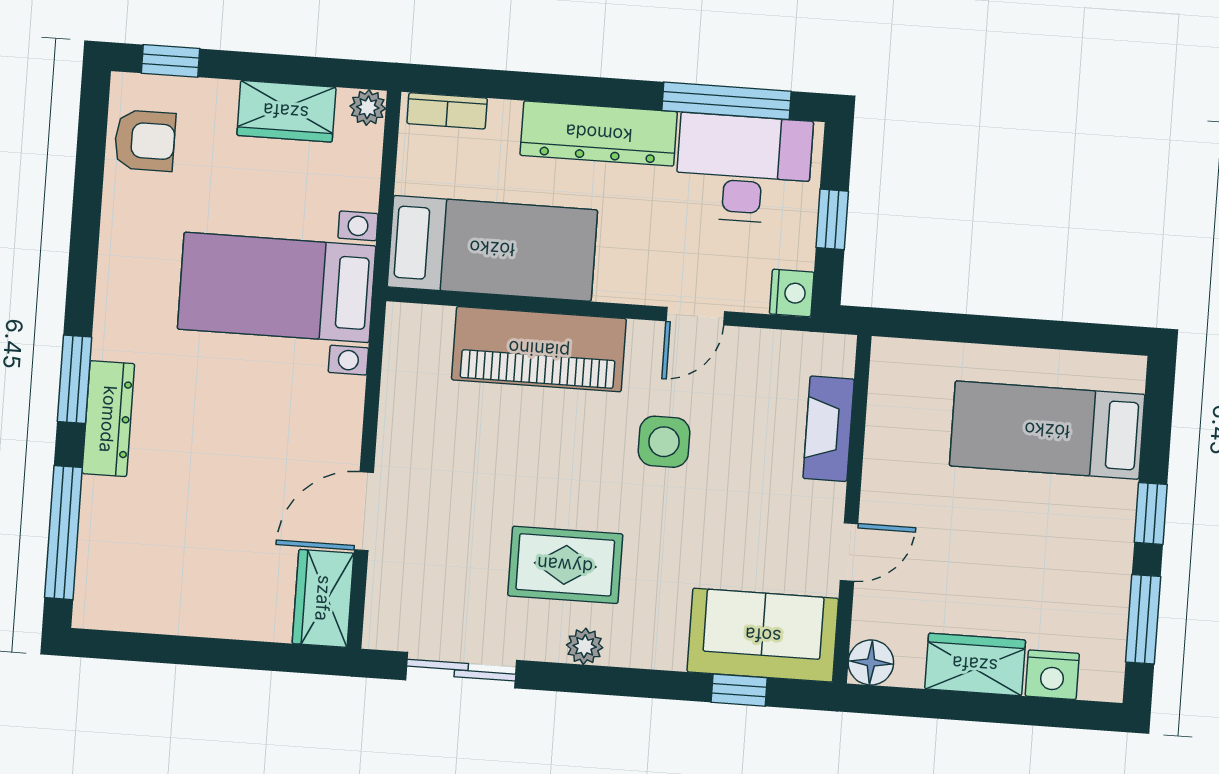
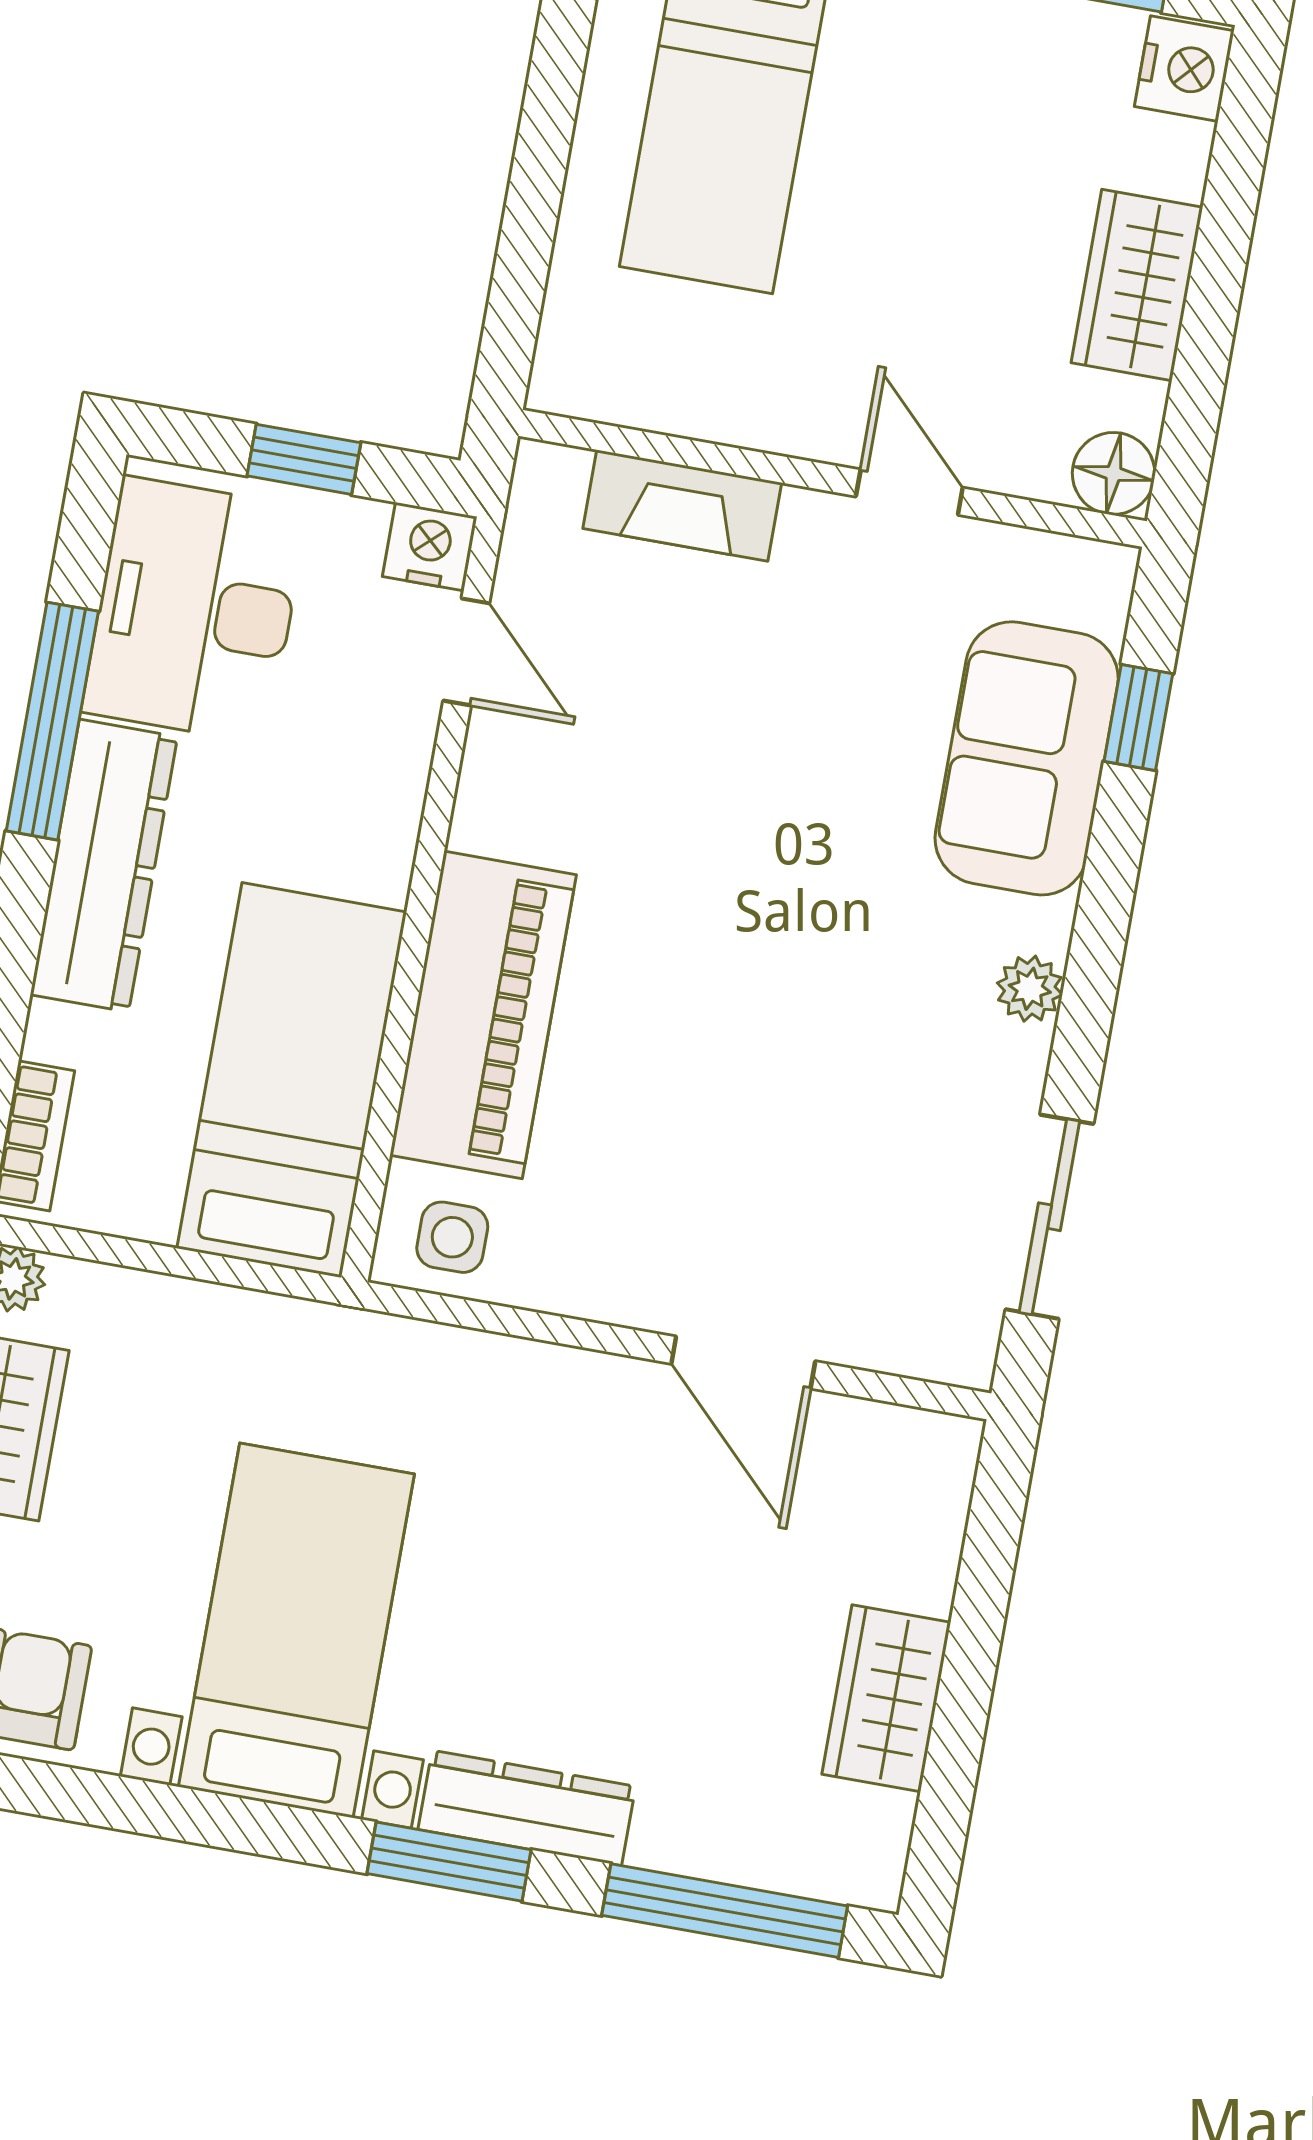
window: (727, 101) -> (52, 721), moved
bed with nightstands: (277, 287) -> (296, 1630), moved, turned 180
door: (695, 316) -> (466, 652), moved
side table: (664, 442) -> (452, 1237), moved, width x0.73, depth x0.73
rug: (565, 565) -> (879, 1008), removed
wardrobe: (323, 598) -> (886, 1698), moved, turned 90
sofa: (763, 635) -> (1027, 758), moved
nightstand: (1052, 675) -> (1184, 69), moved

